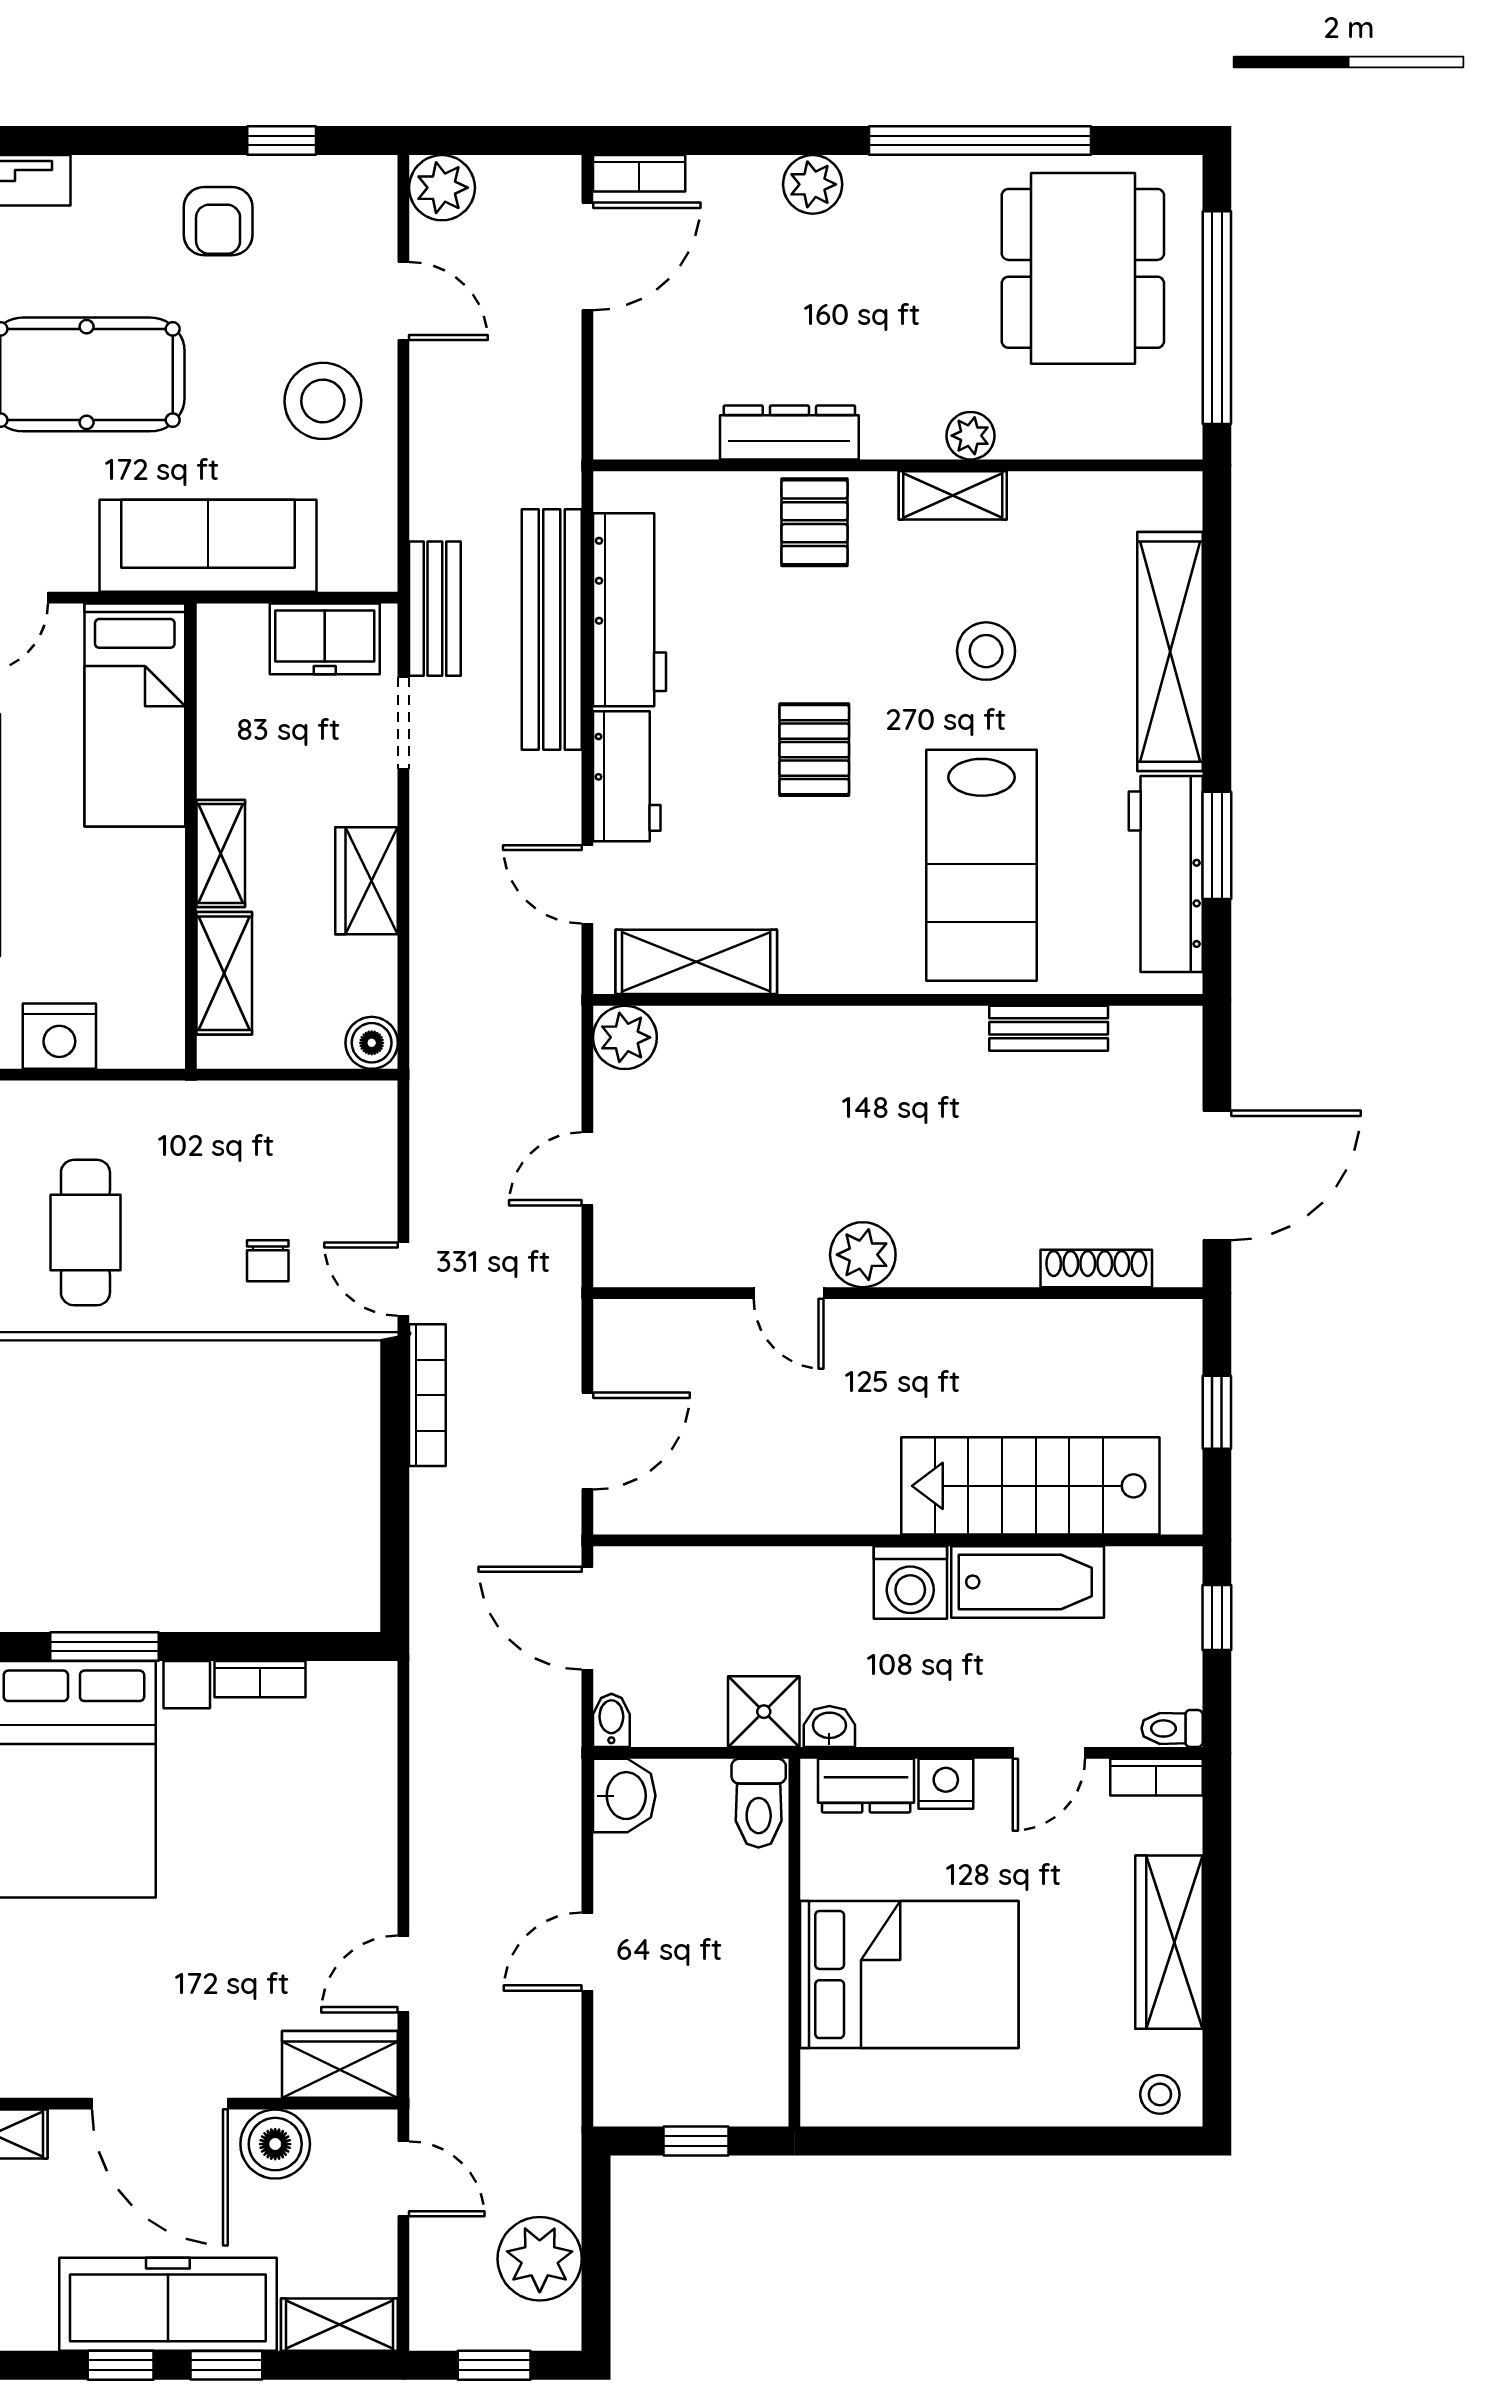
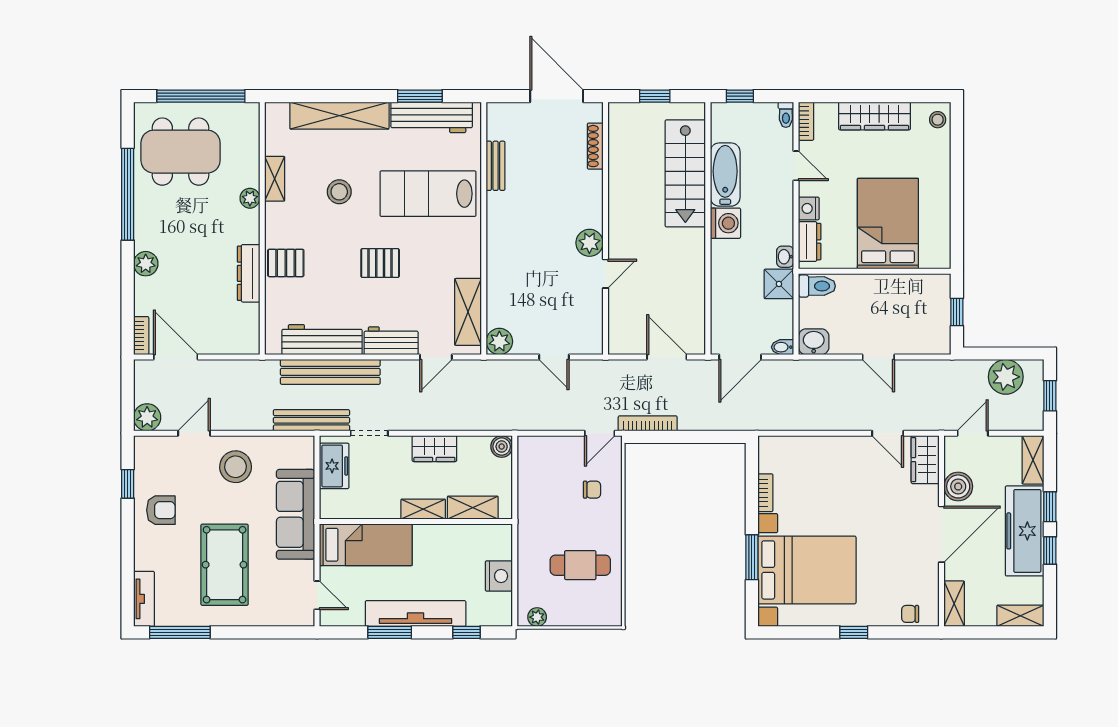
shelving: (953, 495) -> (275, 179), moved
bench: (435, 609) -> (311, 420), width x1.36
lab bench: (982, 865) -> (428, 194), turned 180

